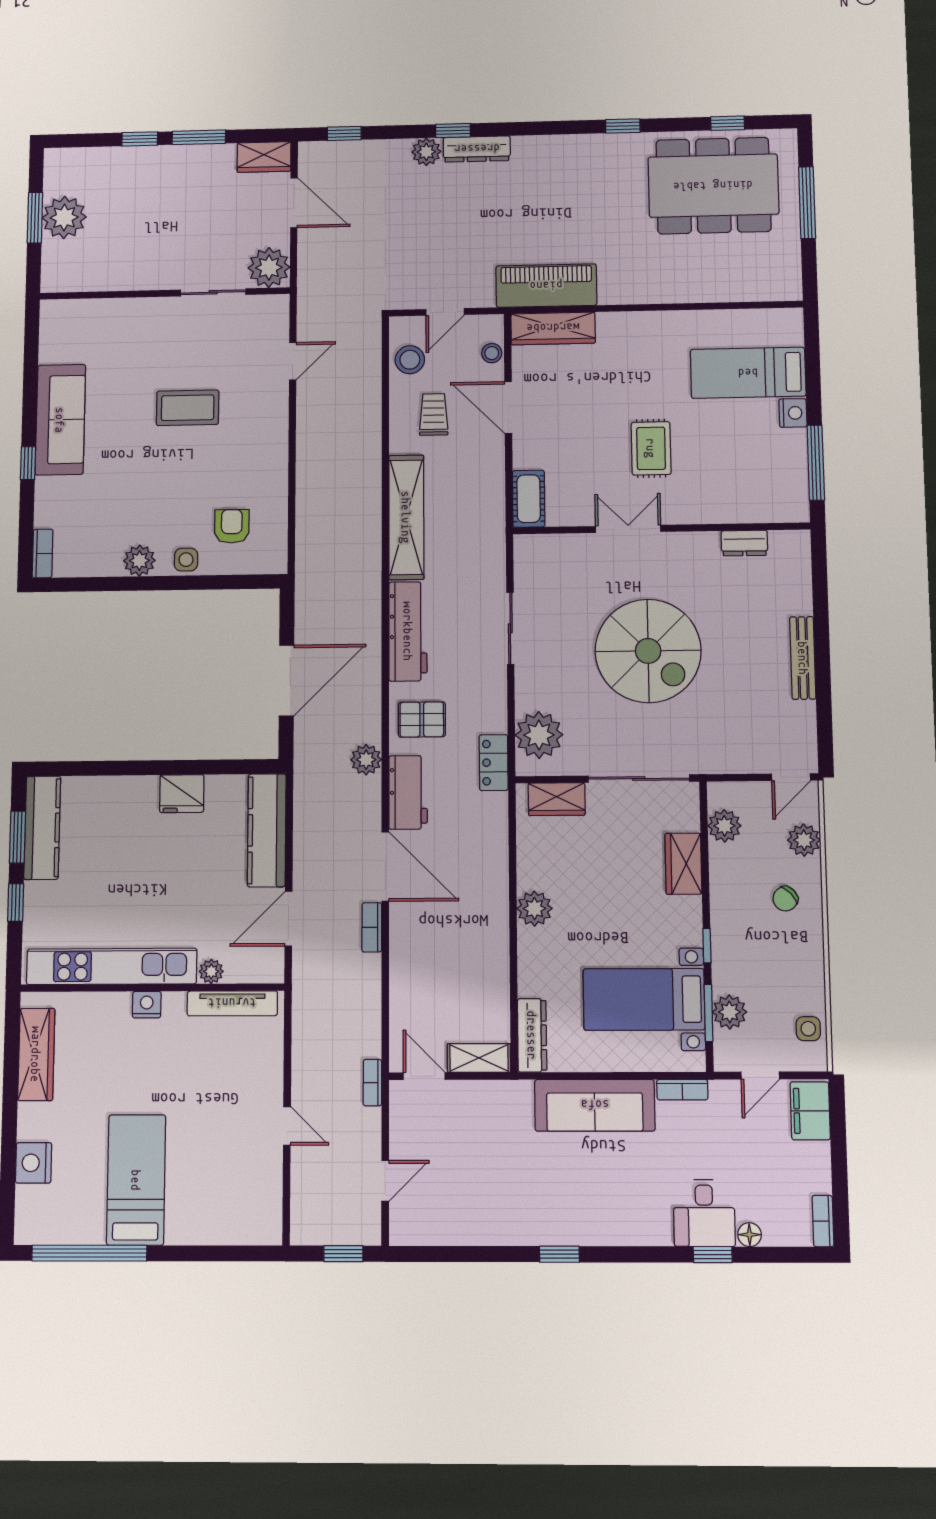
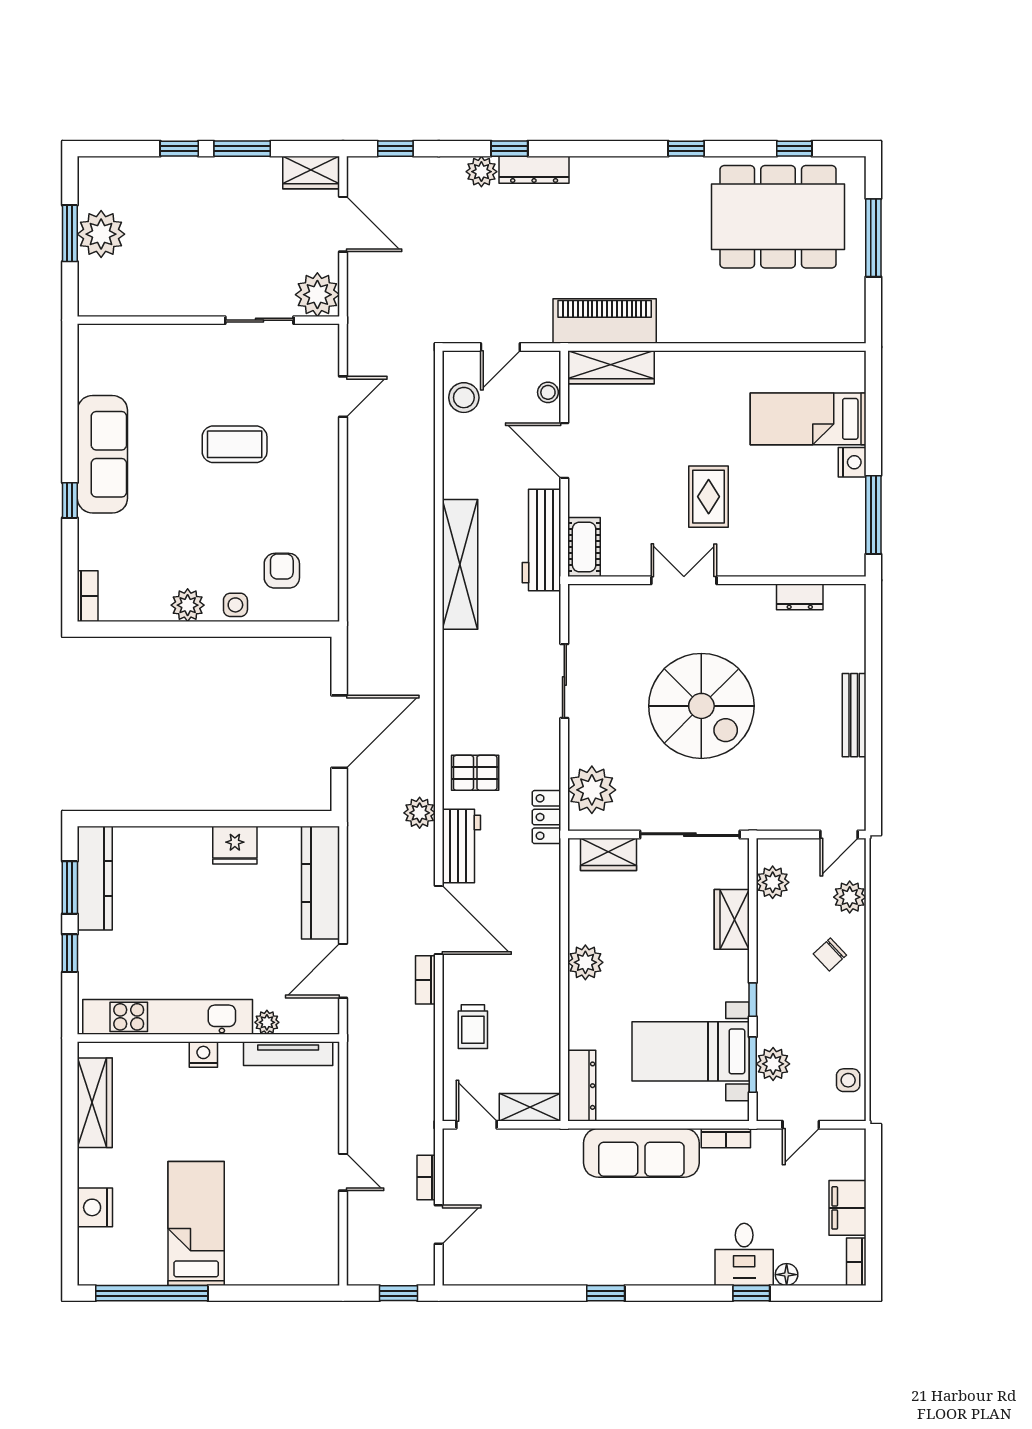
trolley: (434, 414) -> (473, 1027), moved, turned 180
workbench: (408, 631) -> (542, 540), moved, turned 180
bookcase: (372, 1083) -> (426, 1177), moved
filing cabinet: (810, 1111) -> (848, 1208), moved

